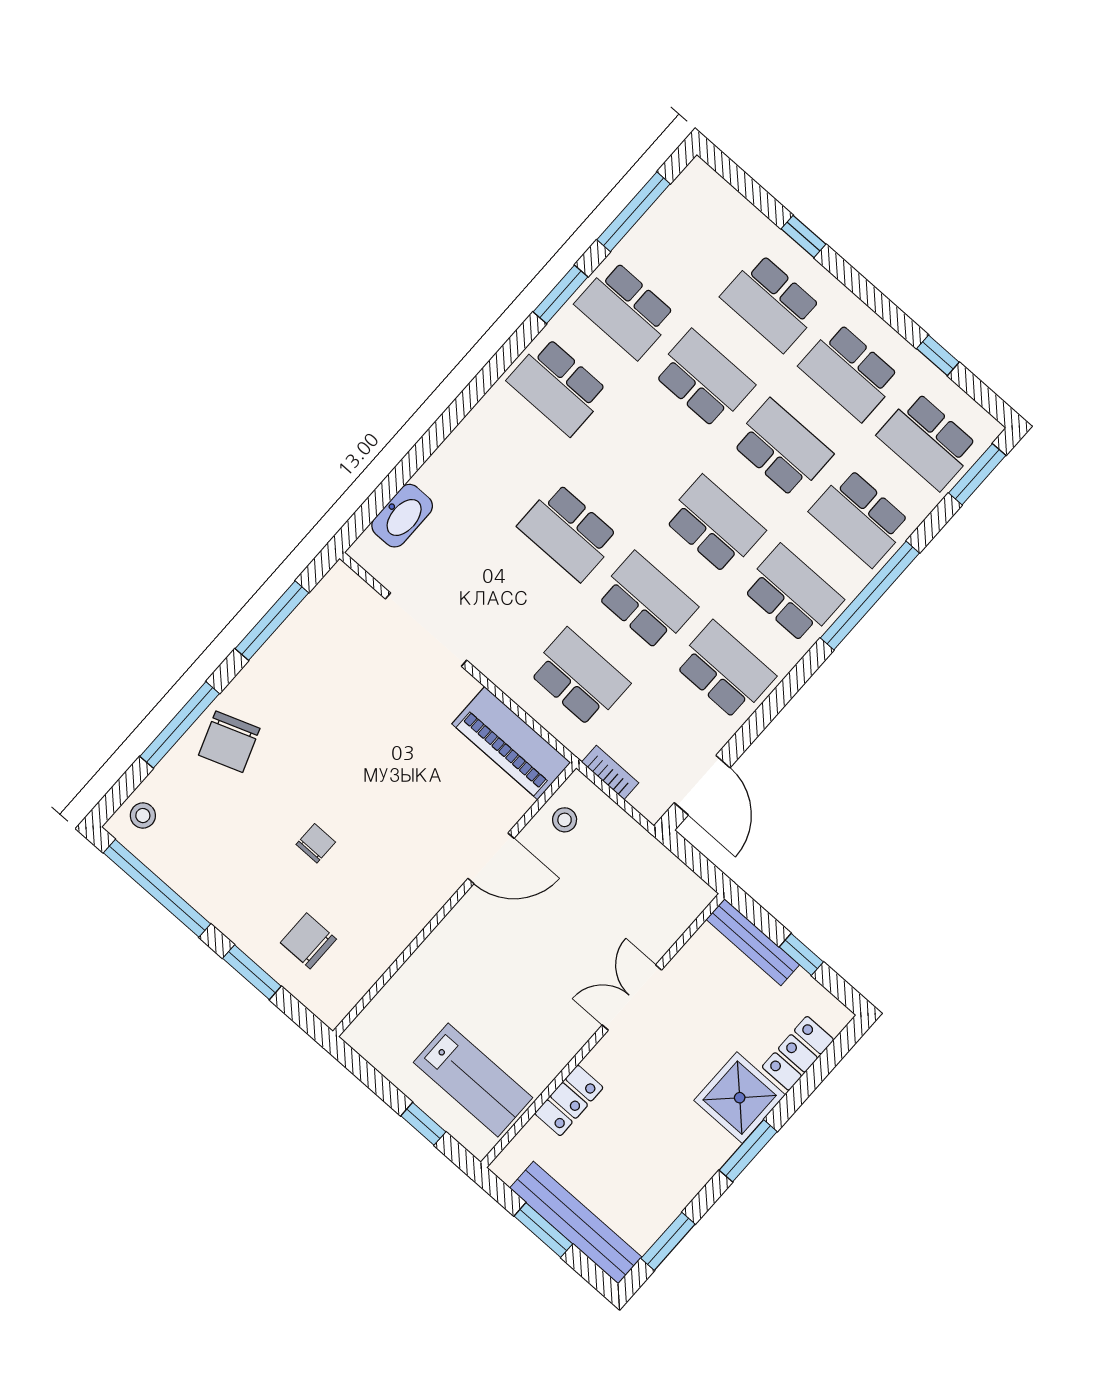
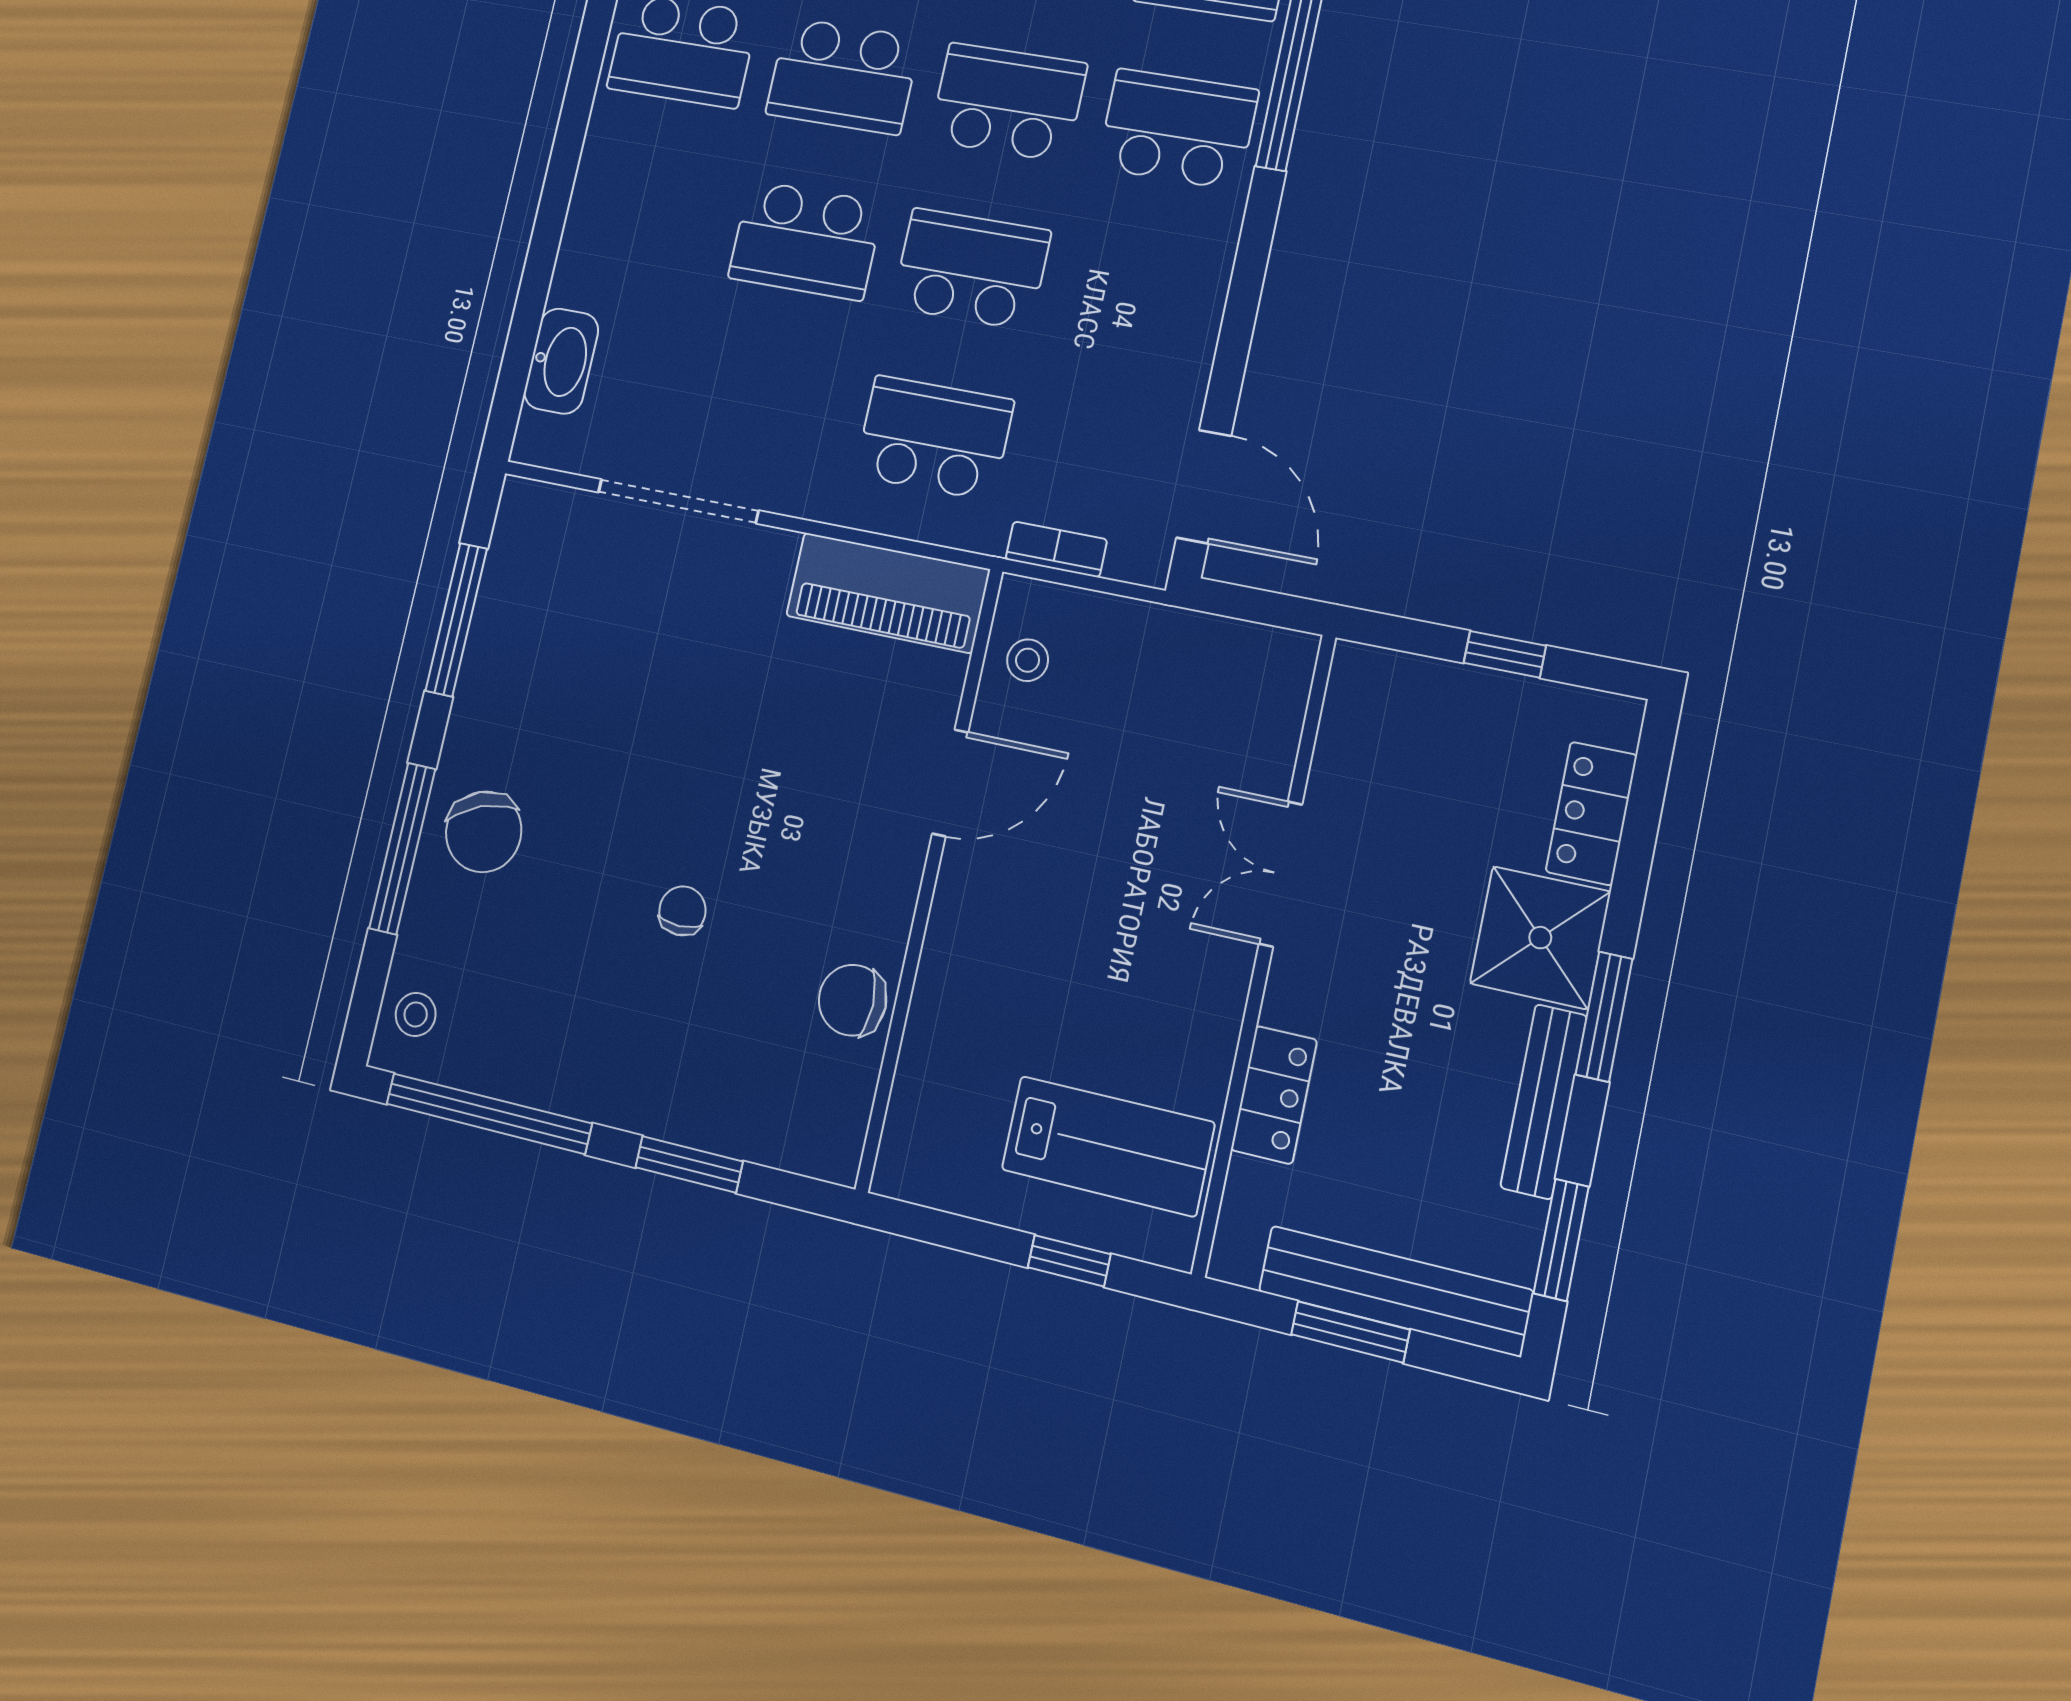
school desk: (725, 670) -> (843, 76), moved, turned 180
chair: (308, 941) -> (853, 1000), moved
bench: (753, 942) -> (1544, 1102), moved, turned 90

